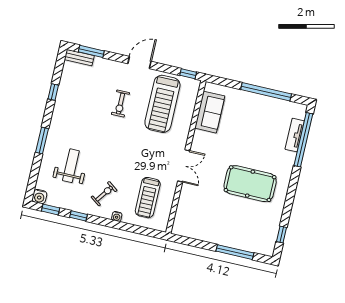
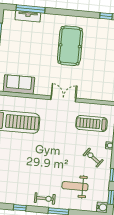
exercise bike: (120, 104) -> (45, 198), moved
window: (303, 140) -> (31, 9), width x0.68
treadmill: (148, 198) -> (92, 123), turned 180

